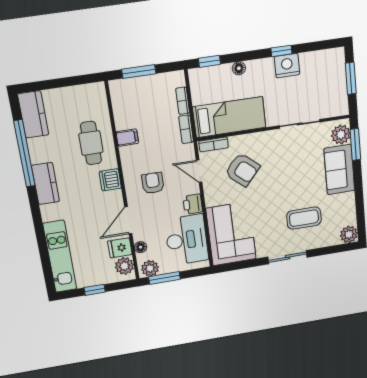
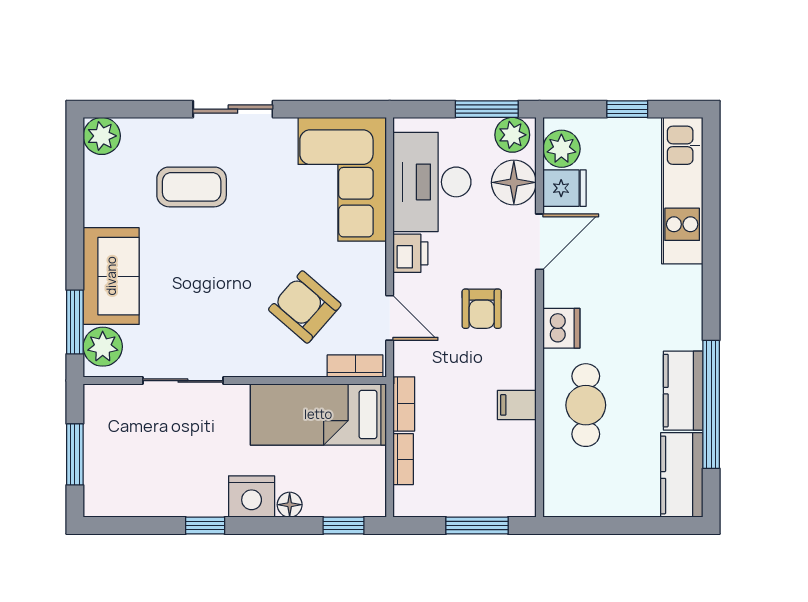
nightstand: (287, 66) -> (252, 497), moved
kitchen counter: (46, 184) -> (683, 391), moved
floor lamp: (141, 247) -> (514, 182), width x1.89, depth x1.89

